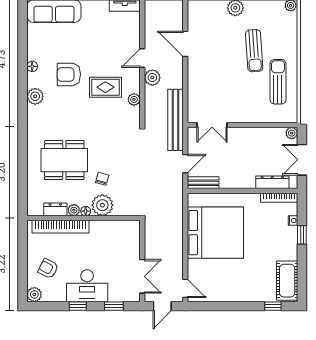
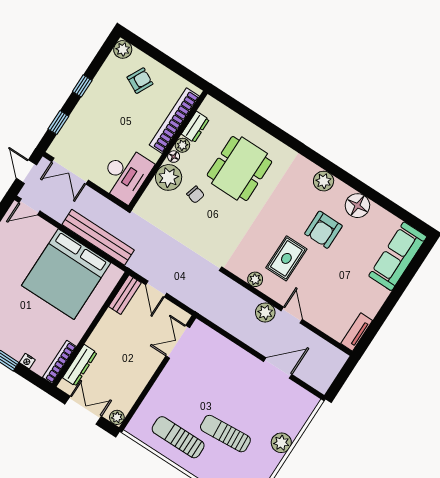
floor lamp: (32, 66) -> (357, 206), width x1.89, depth x1.89
armchair: (69, 74) -> (323, 230), turned 180
sun lounger: (278, 82) -> (178, 437), turned 180
bench: (175, 120) -> (98, 237), moved
desk: (87, 286) -> (126, 174), moved, turned 180

